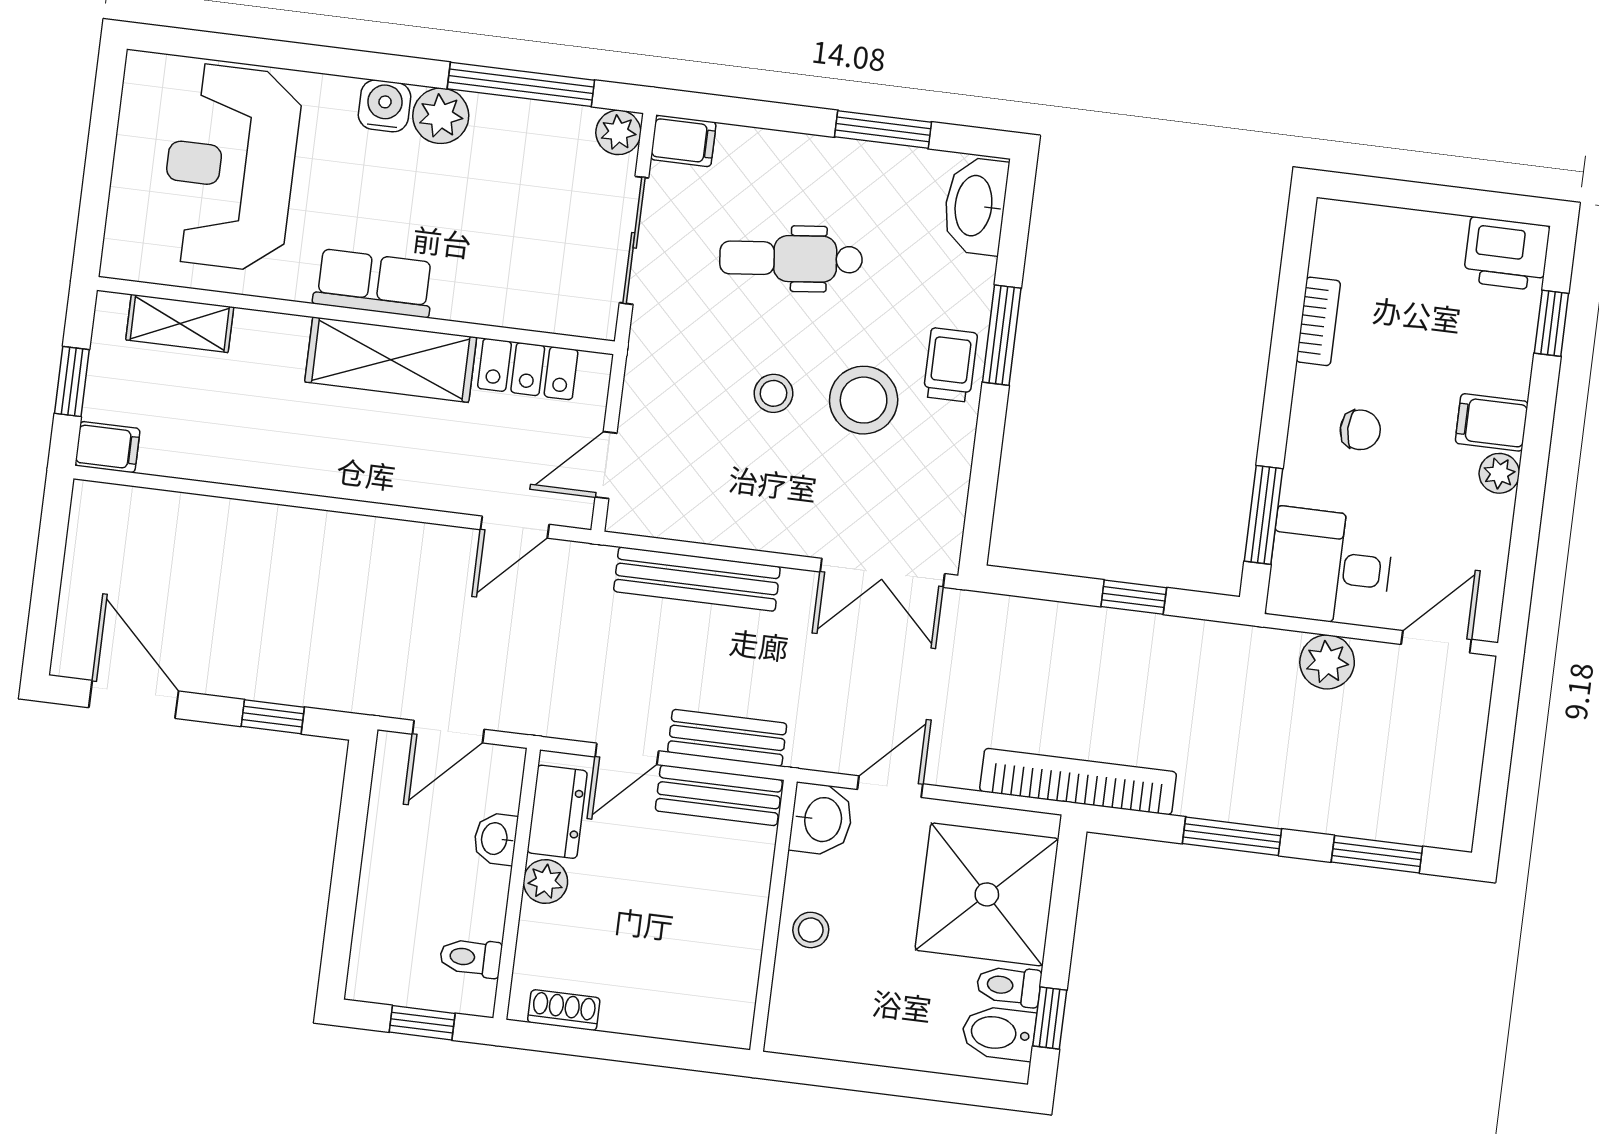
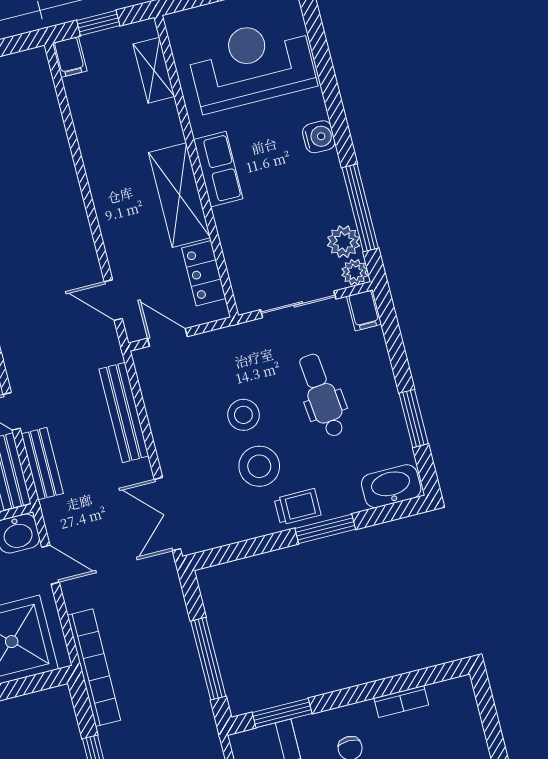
plant: (441, 116) -> (344, 242), moved
stool: (774, 393) -> (243, 415), width x1.37, depth x1.37
window: (1134, 597) -> (208, 659), width x2.17

